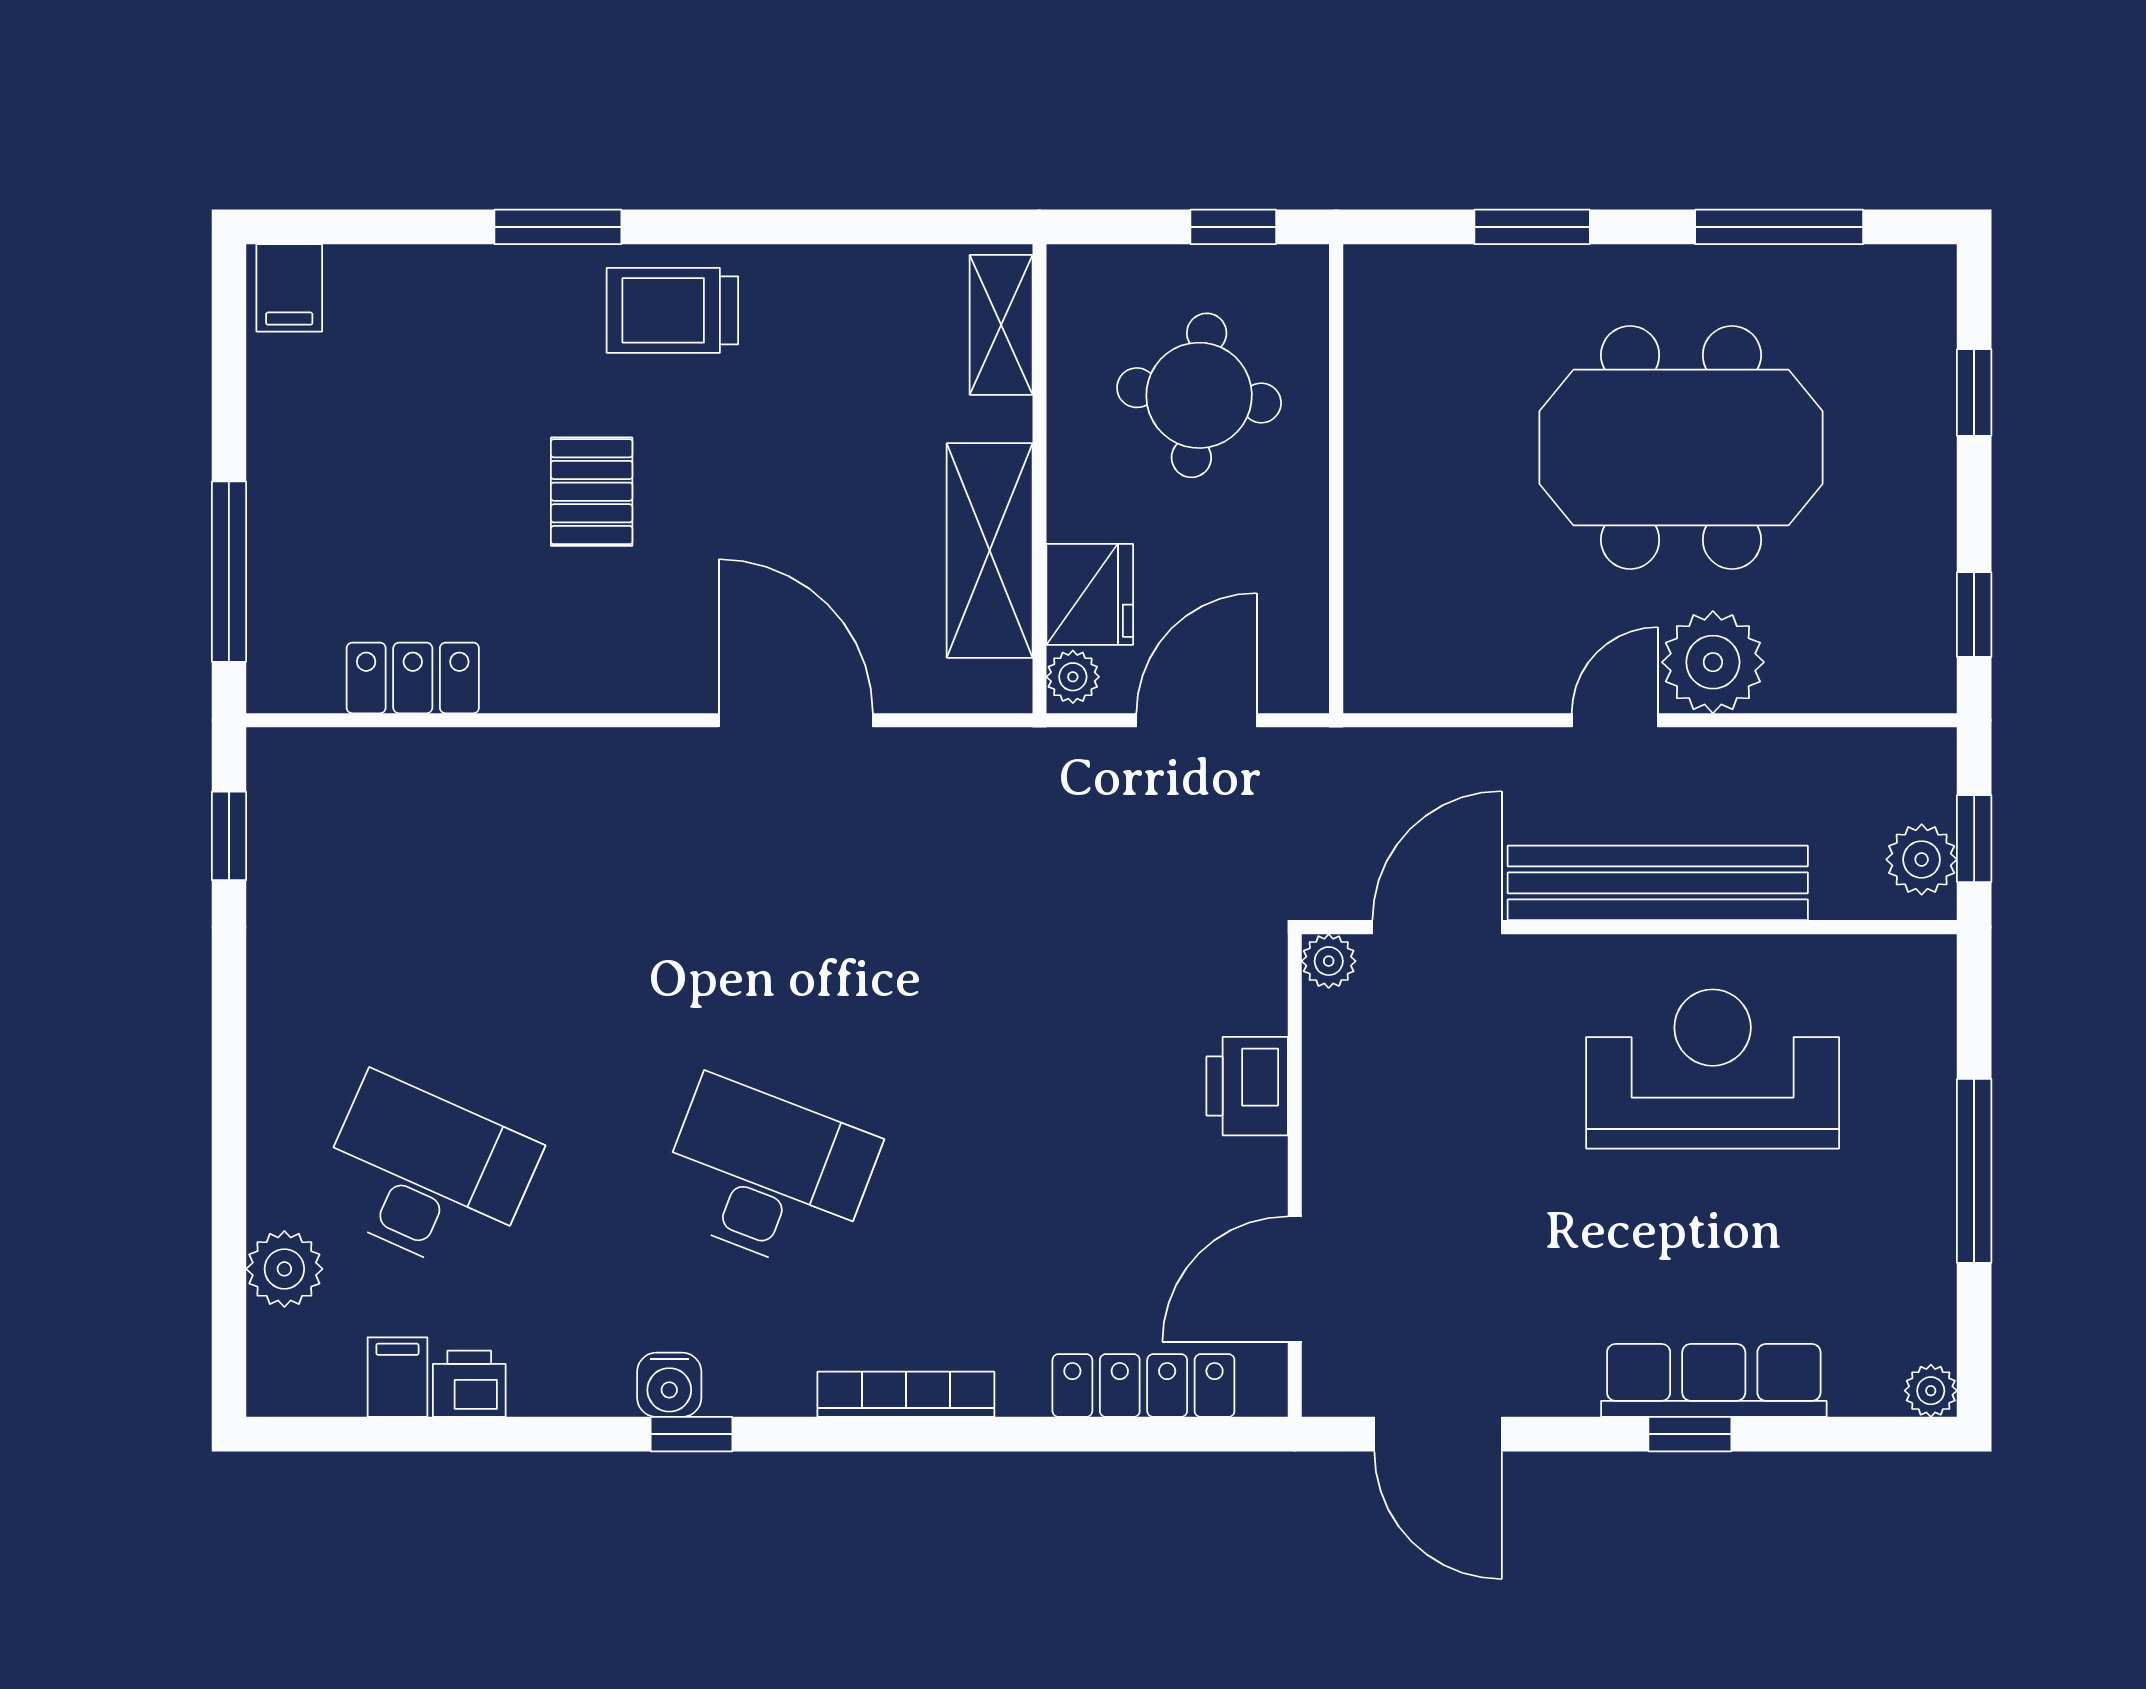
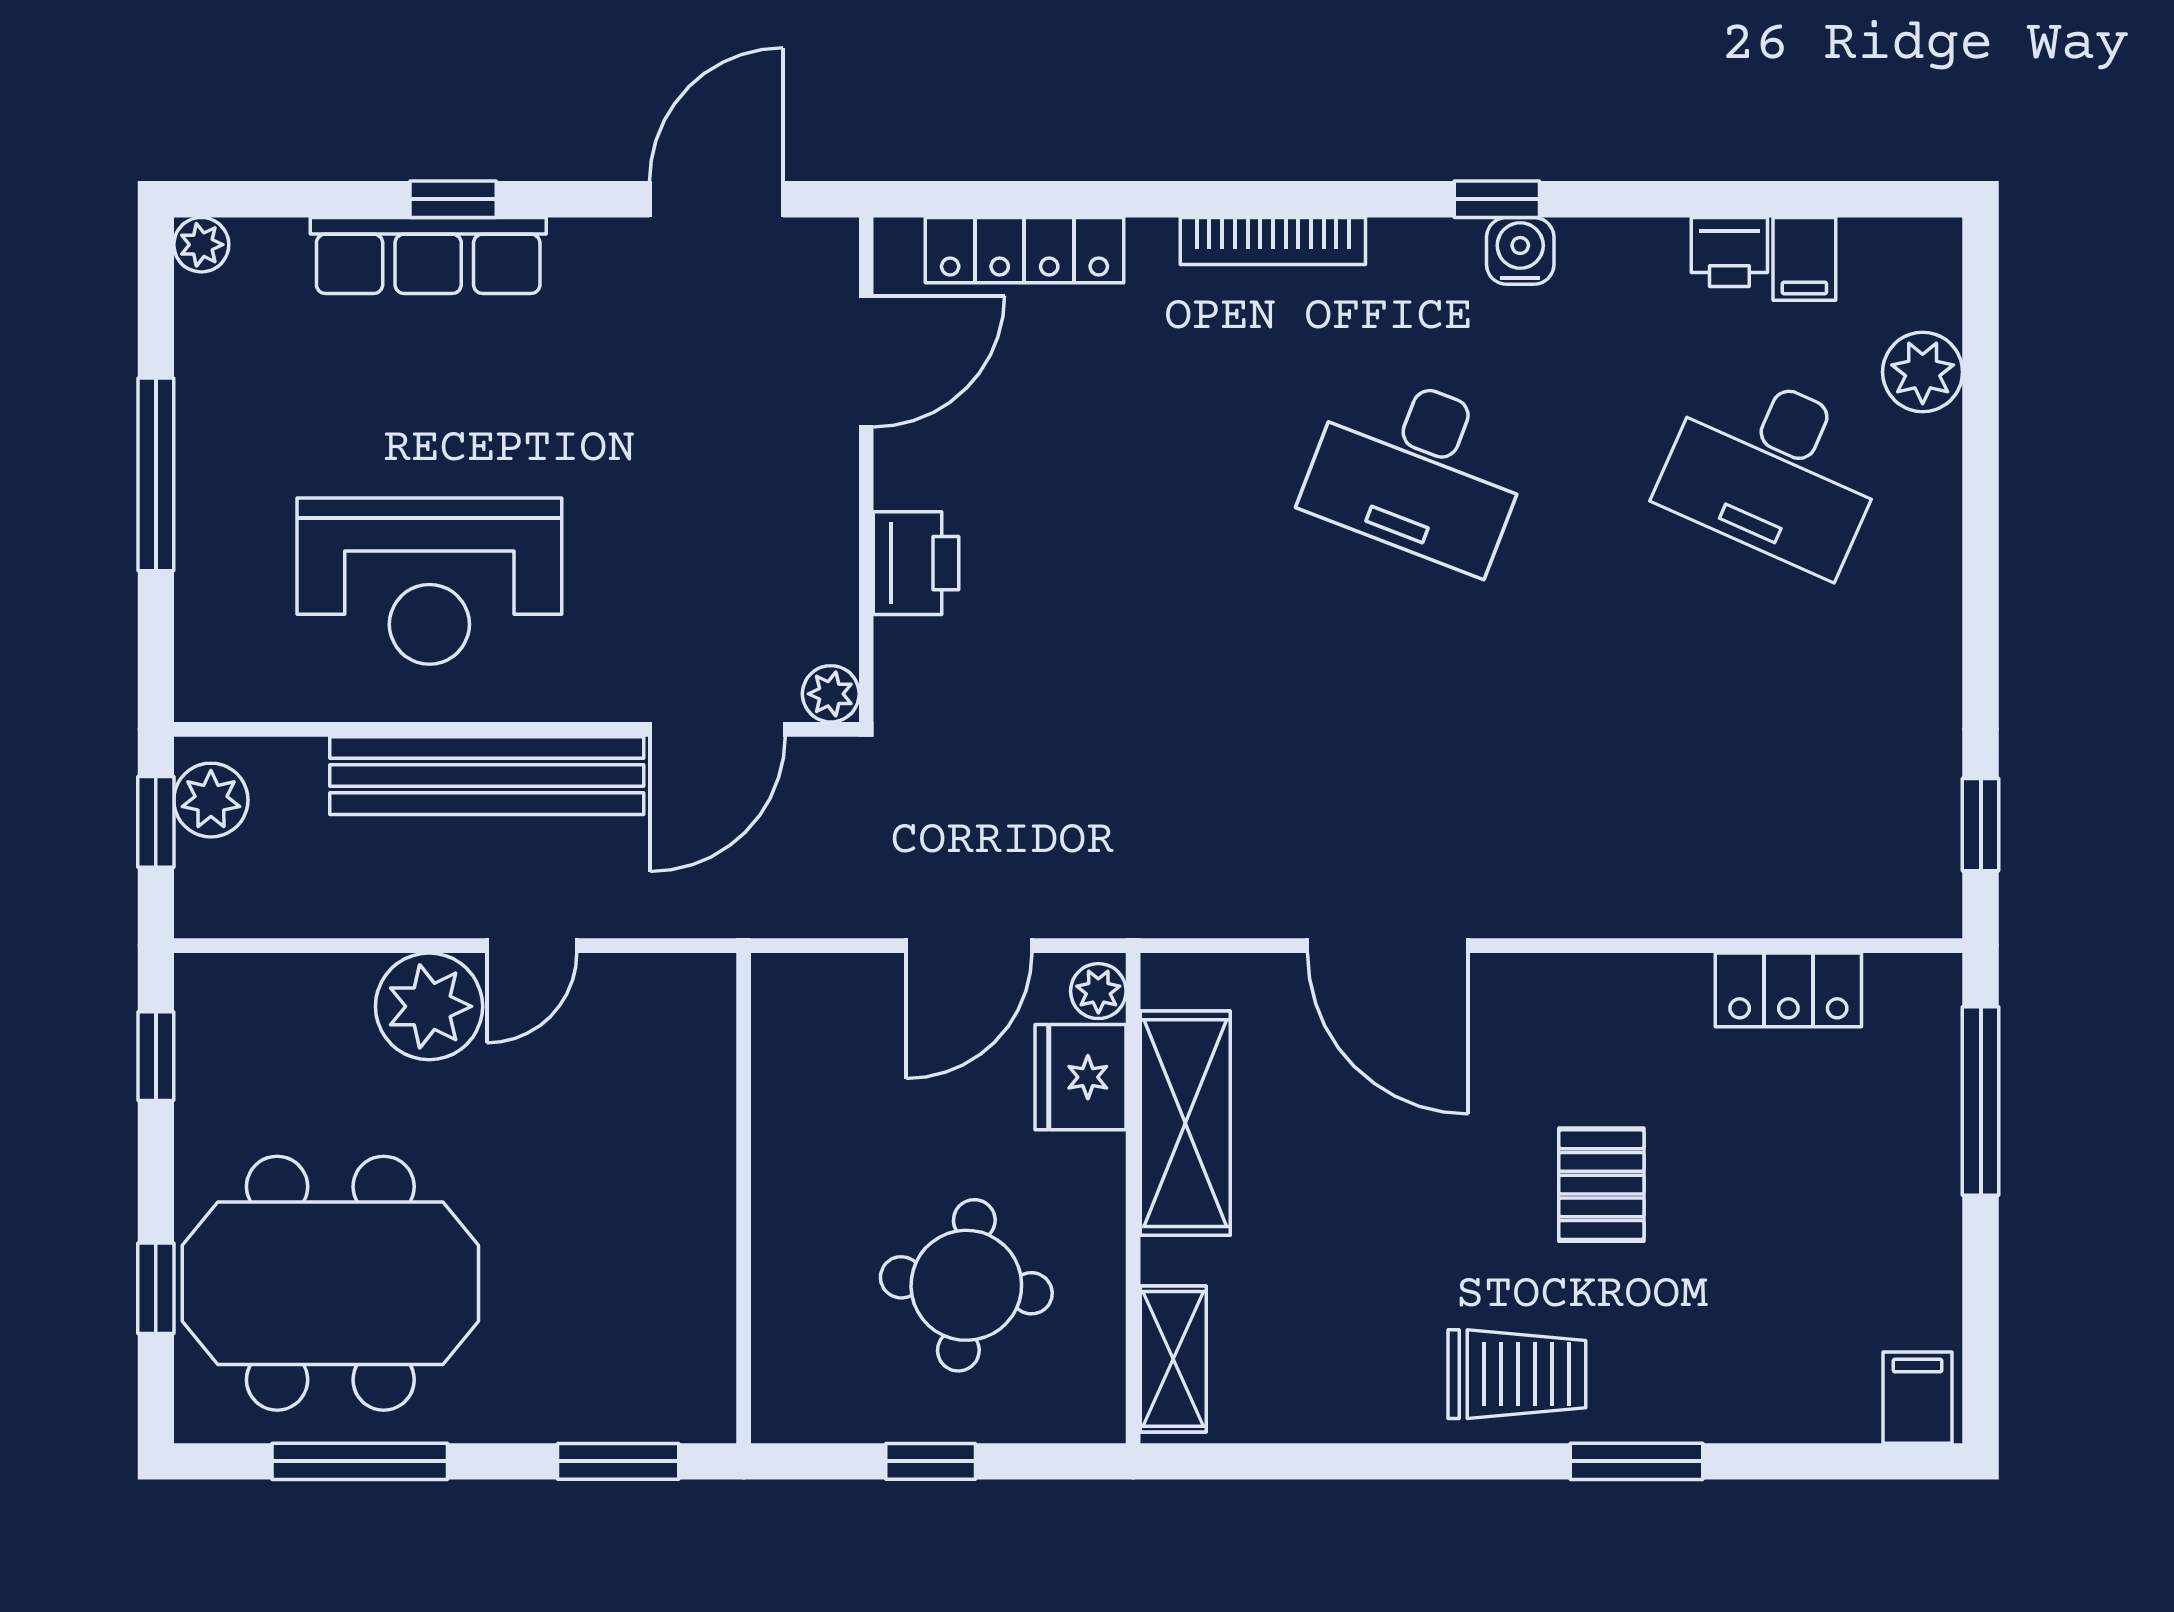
meeting table: (1681, 447) -> (330, 1283), moved
wall: (1336, 479) -> (744, 1198), moved
door: (1438, 1434) -> (716, 199), hinge flipped

